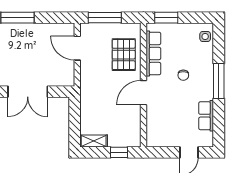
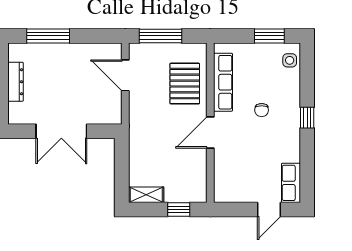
window: (166, 18) -> (269, 36), moved
window: (219, 81) -> (307, 118), width x0.46
row of seats: (206, 116) -> (291, 183), moved

